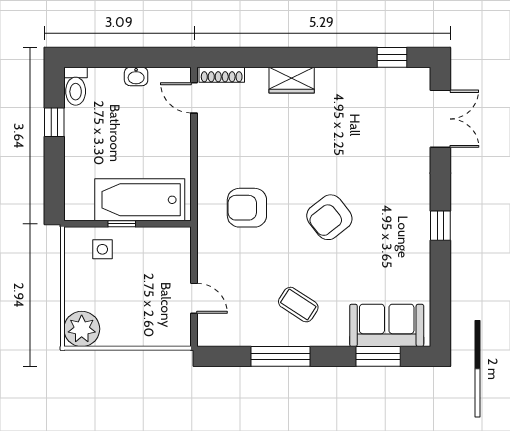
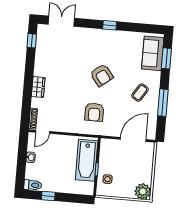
door: (194, 298) -> (133, 139), width x1.87

